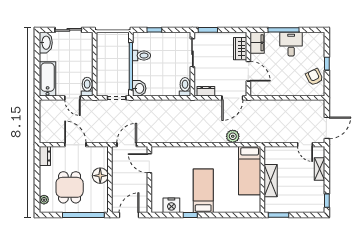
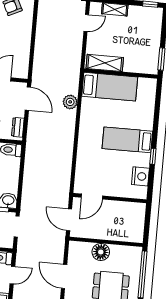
door: (75, 145) -> (64, 276), hinge flipped
shelving: (271, 181) -> (105, 63), moved
door: (129, 215) -> (147, 224), removed

